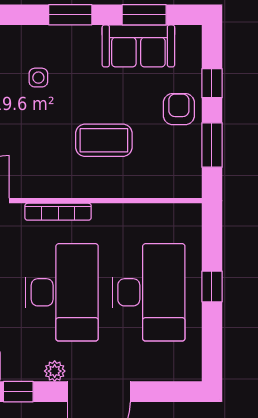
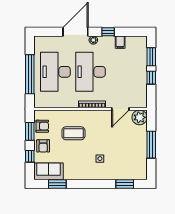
window: (70, 15) -> (87, 184), removed
sofa: (138, 46) -> (49, 171), moved
armchair: (181, 158) -> (42, 126), added
window: (212, 286) -> (30, 74), width x3.17

